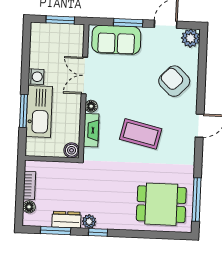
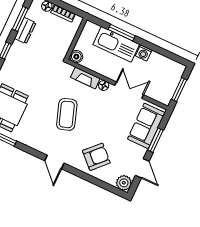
coffee table: (141, 134) -> (67, 114), turned -32
plant: (89, 221) -> (17, 47), removed

